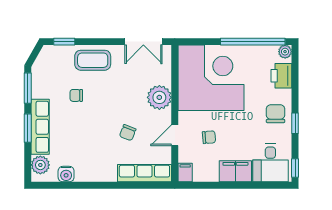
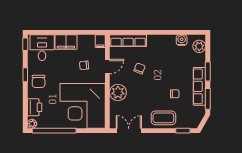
row of seats: (40, 127) -> (199, 86), moved

